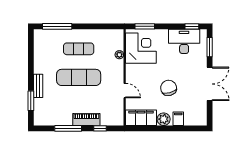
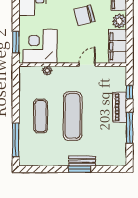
window: (31, 101) -> (80, 169), moved

